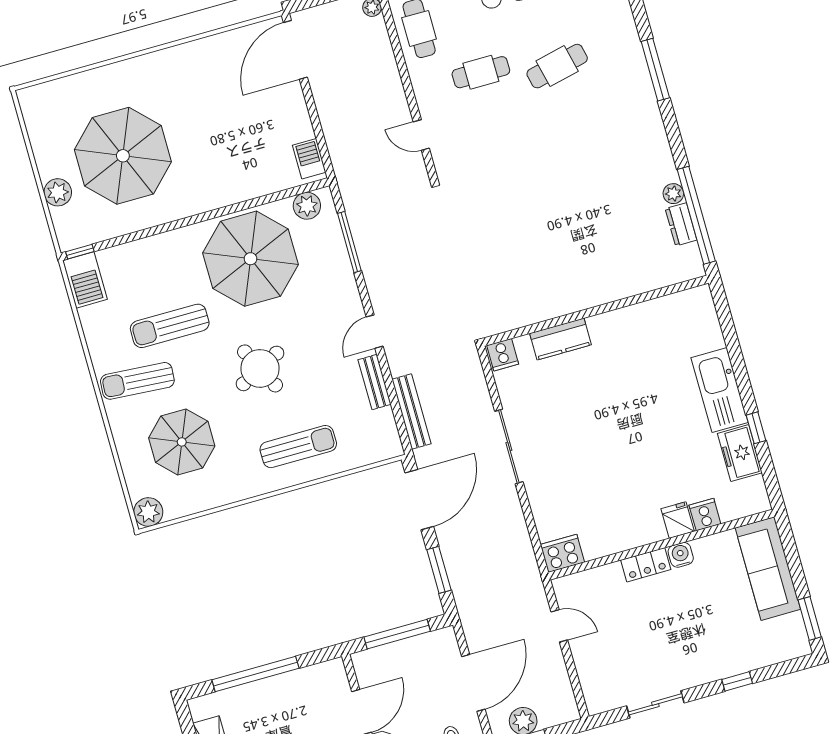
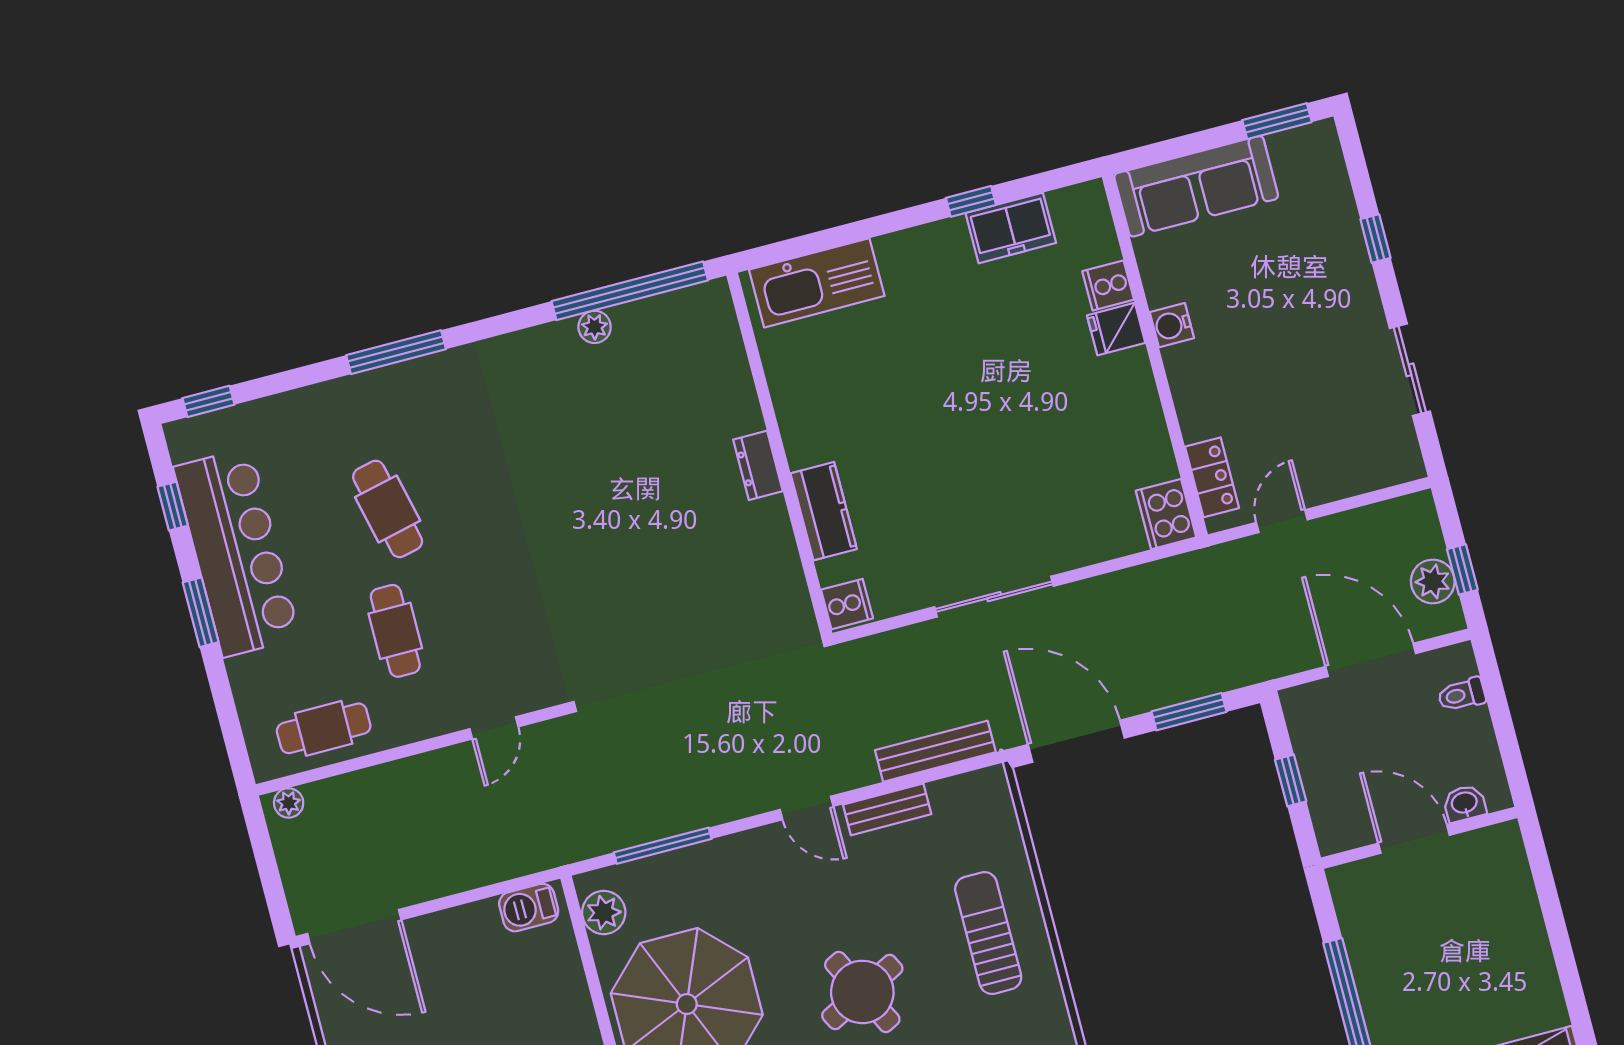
dresser: (681, 224) -> (758, 465), moved, turned 90
kitchen sink: (720, 390) -> (817, 283), moved
locker: (646, 565) -> (1212, 477), moved
window: (397, 634) -> (1291, 780), width x0.46

